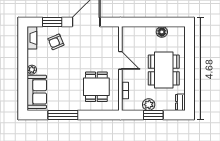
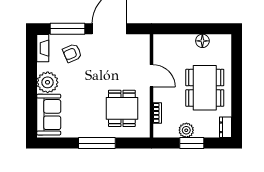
window: (52, 22) -> (68, 29), width x1.44
plant: (32, 70) -> (48, 82), width x1.88, depth x1.88
window: (63, 115) -> (97, 143), moved

